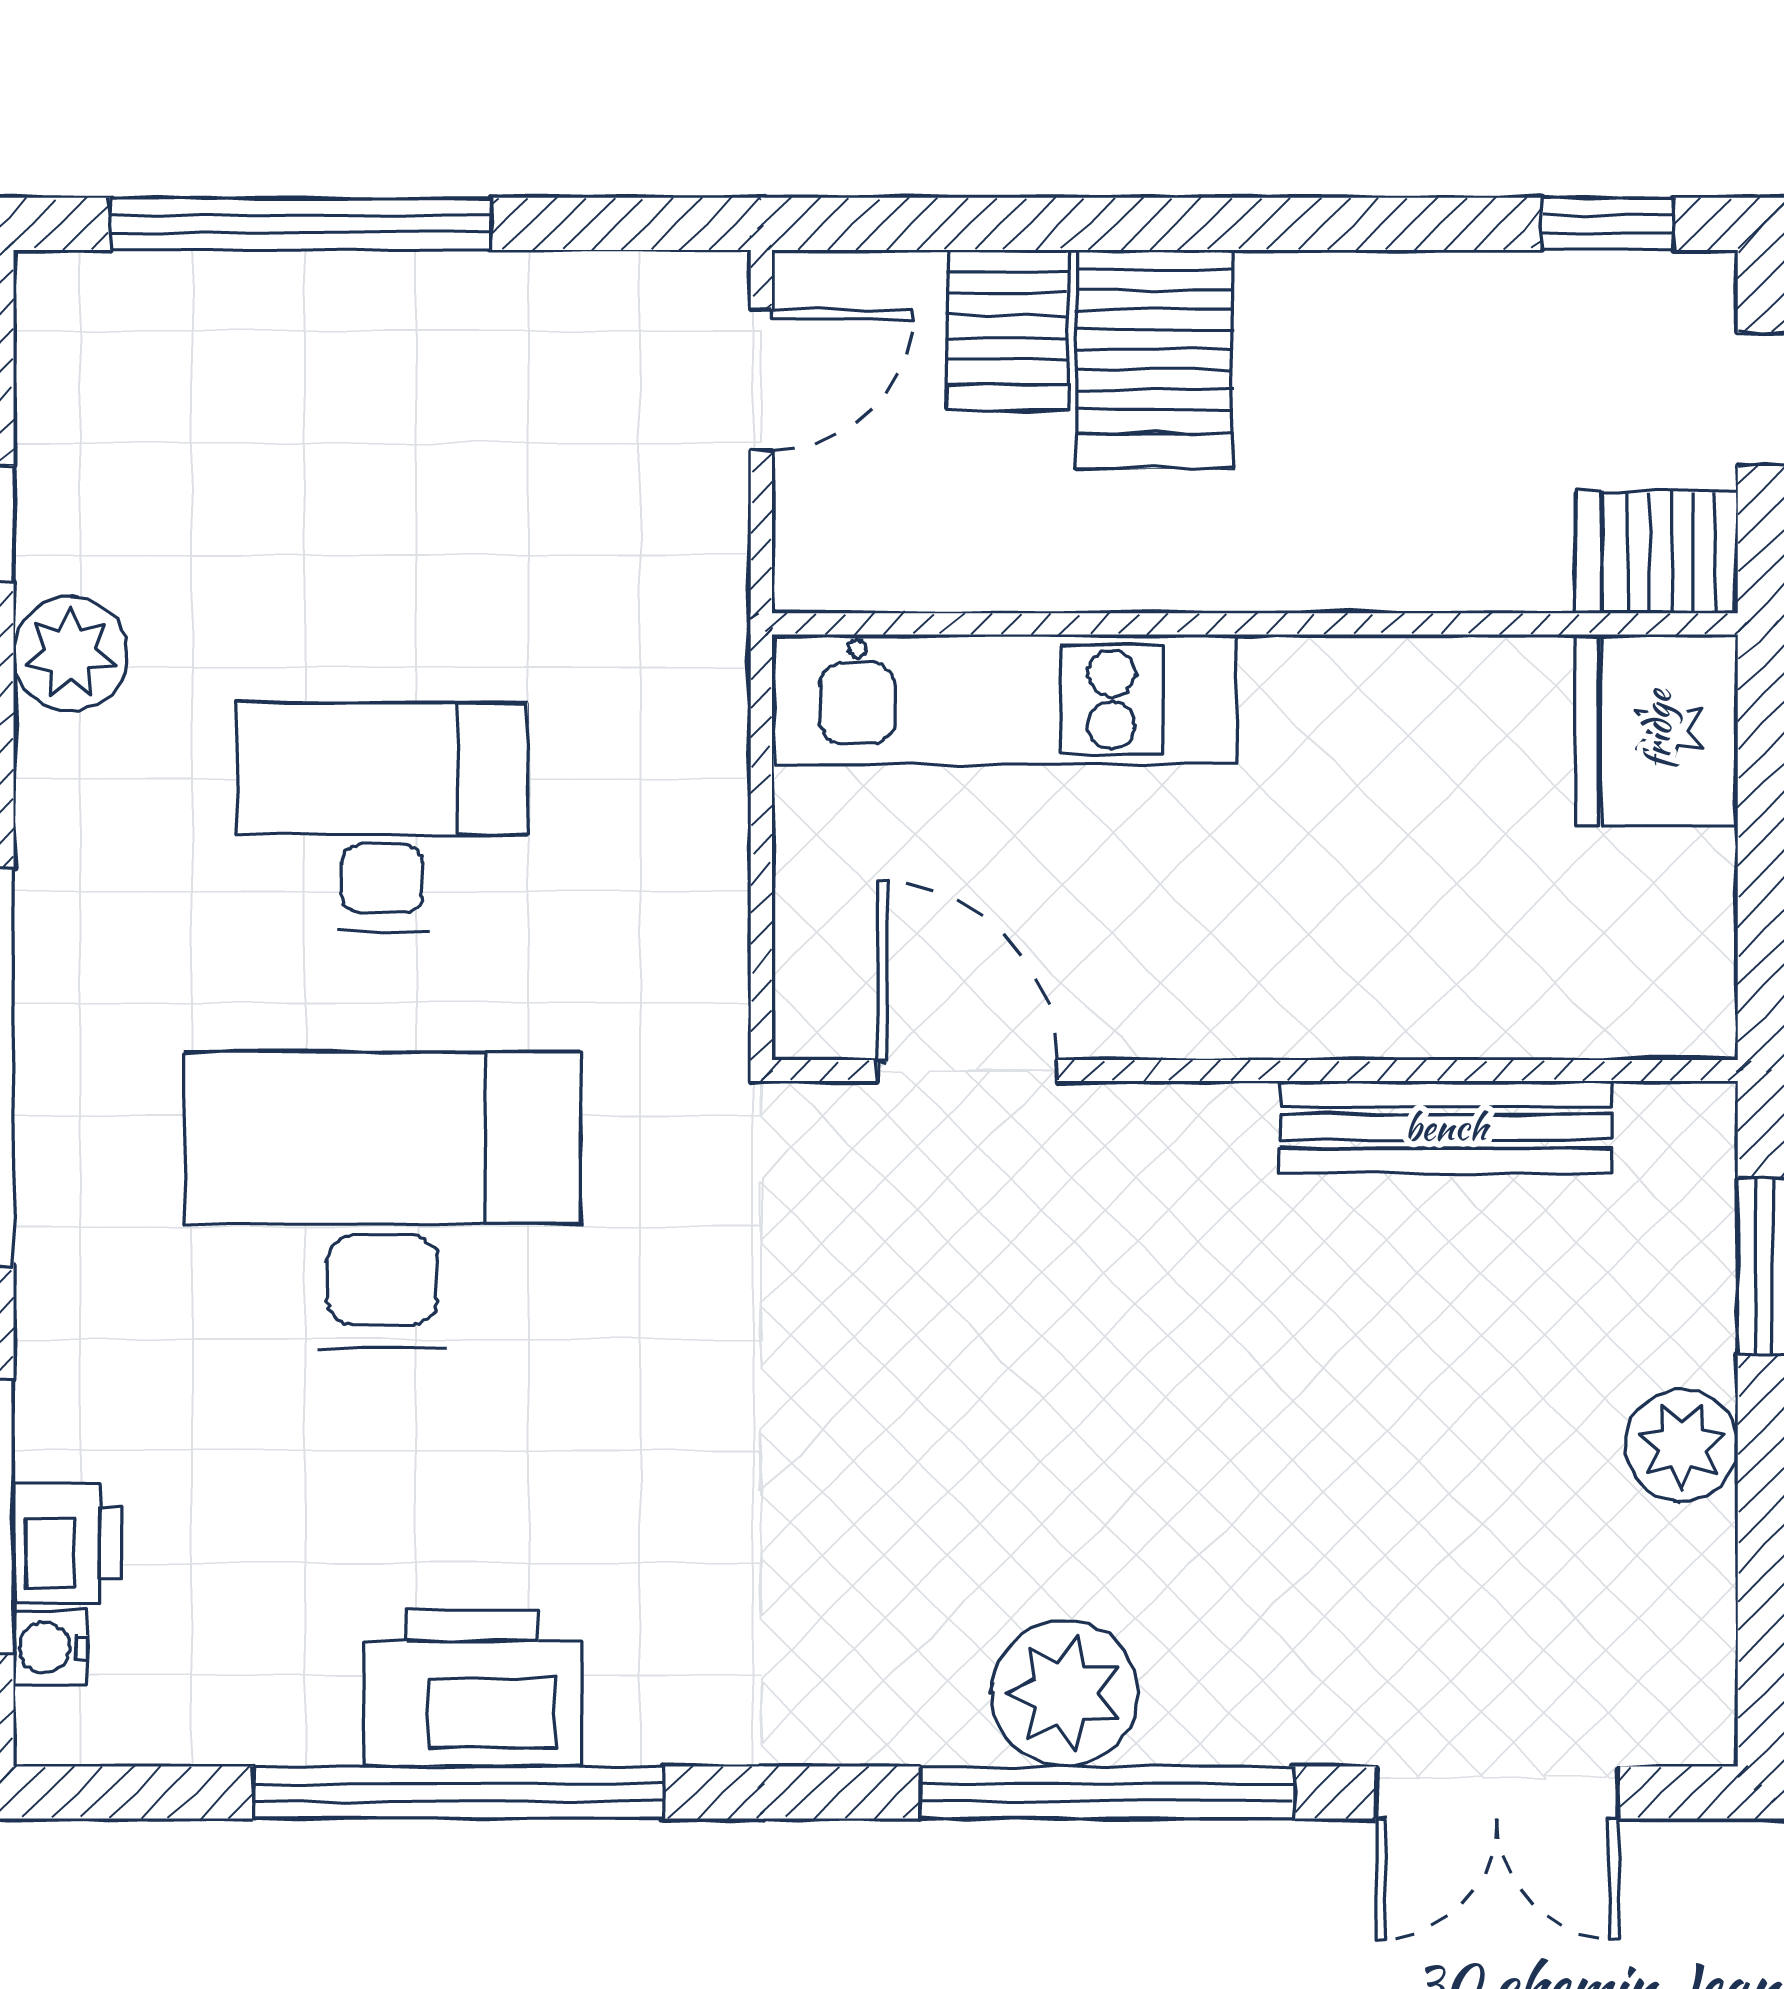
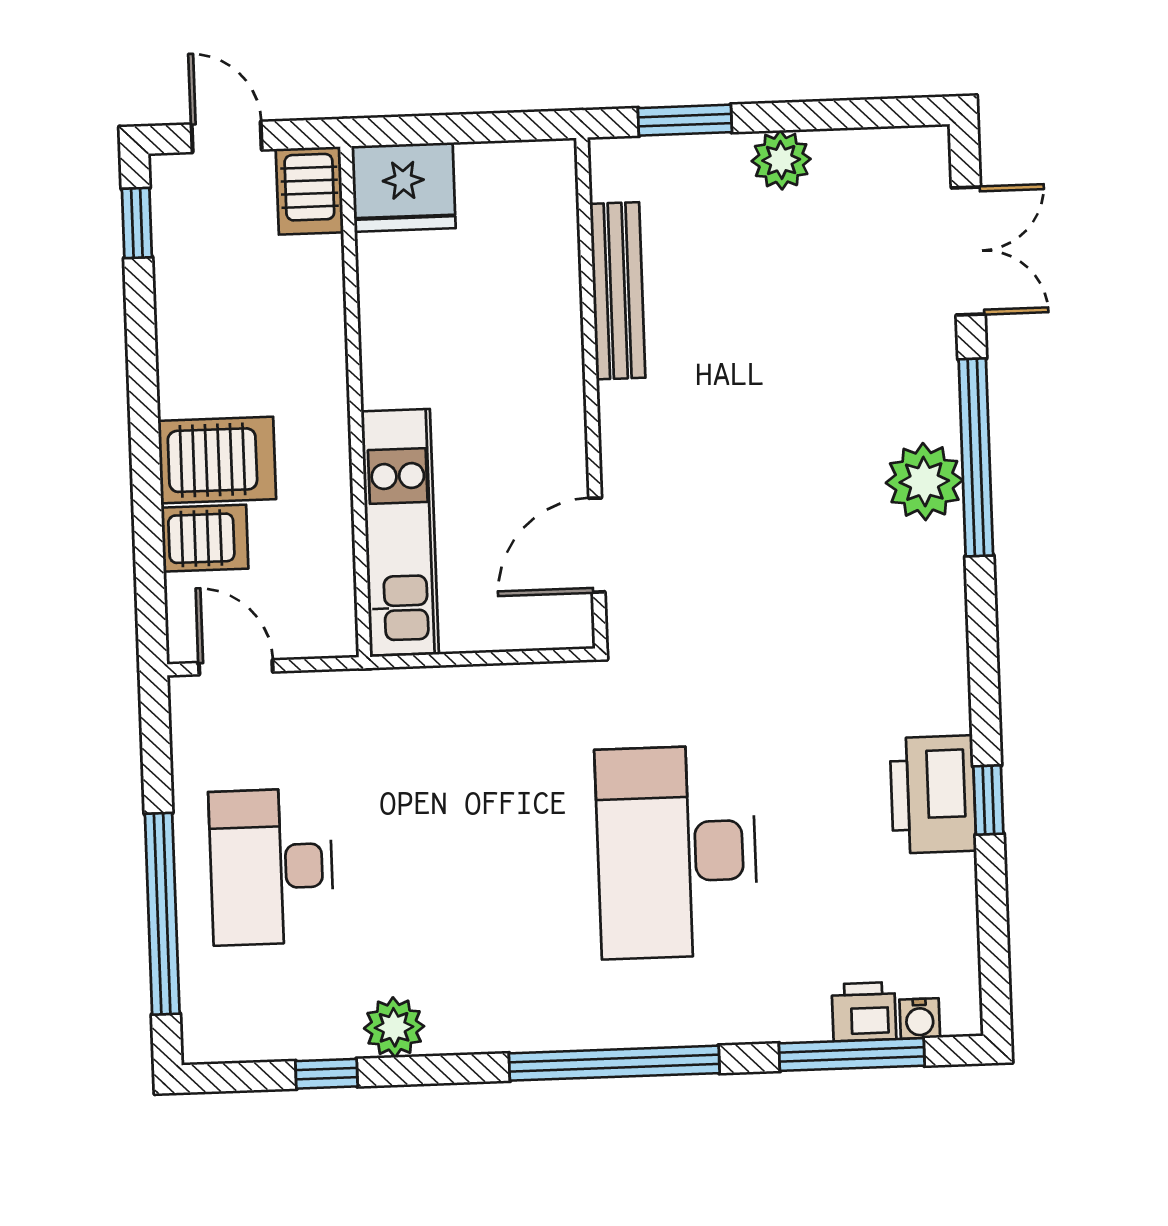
desk: (382, 817) -> (271, 867), moved
window: (459, 1792) -> (988, 800), width x0.32

